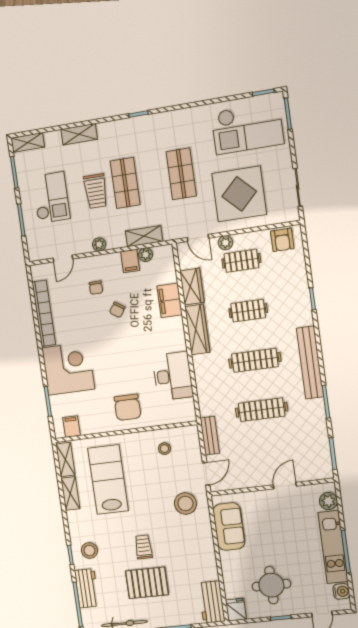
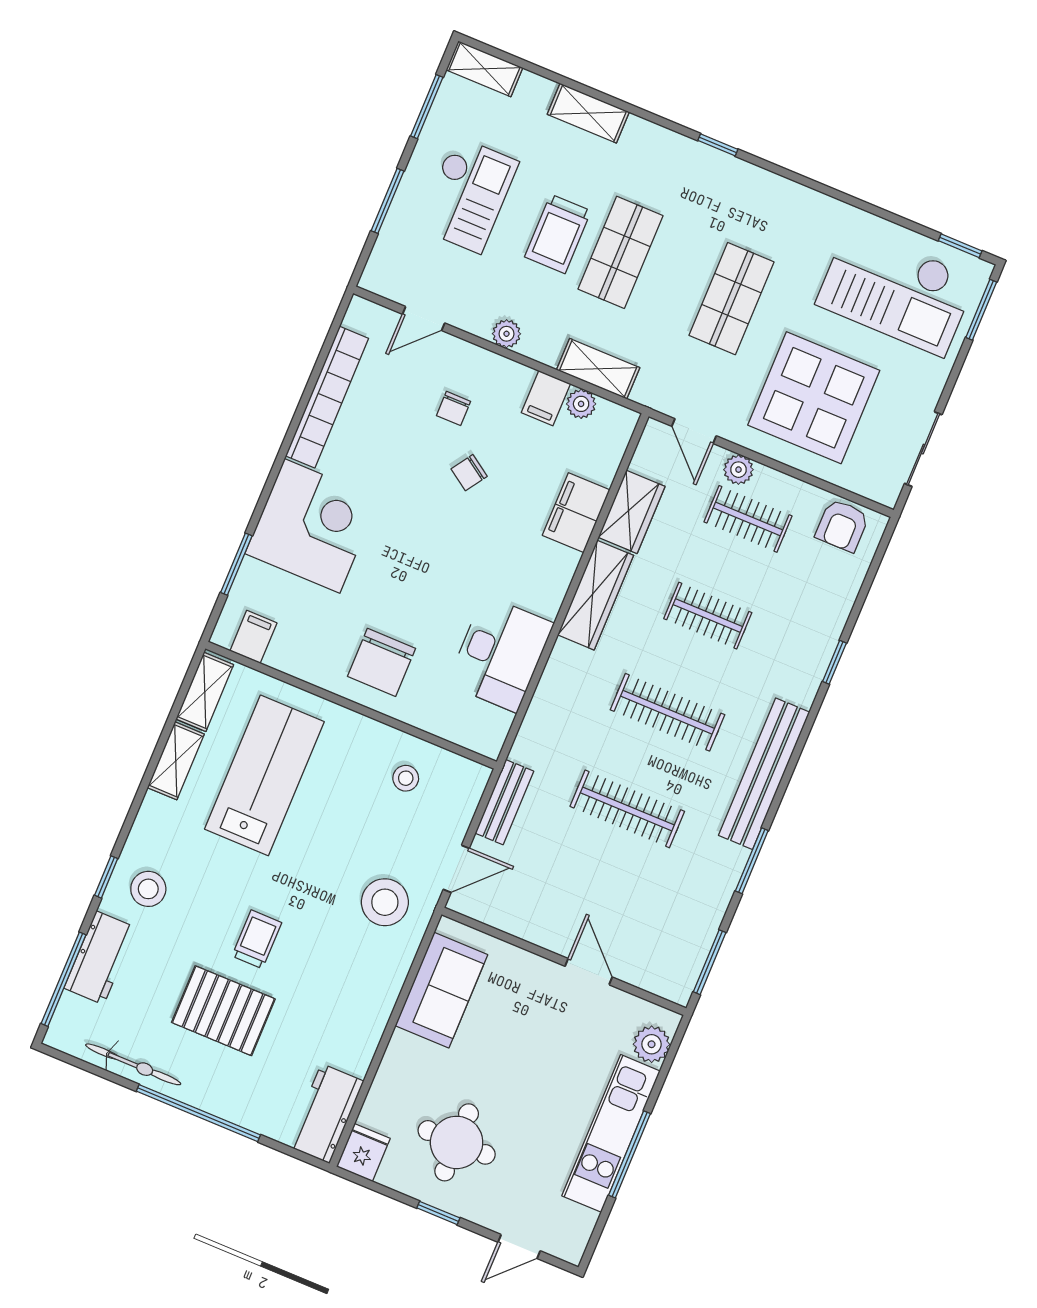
door: (285, 486) -> (589, 972), hinge flipped
water cooler: (341, 591) -> (579, 1224), removed

